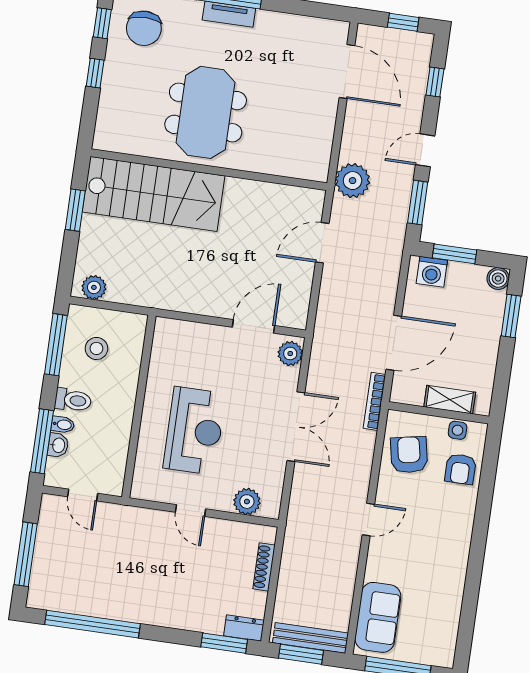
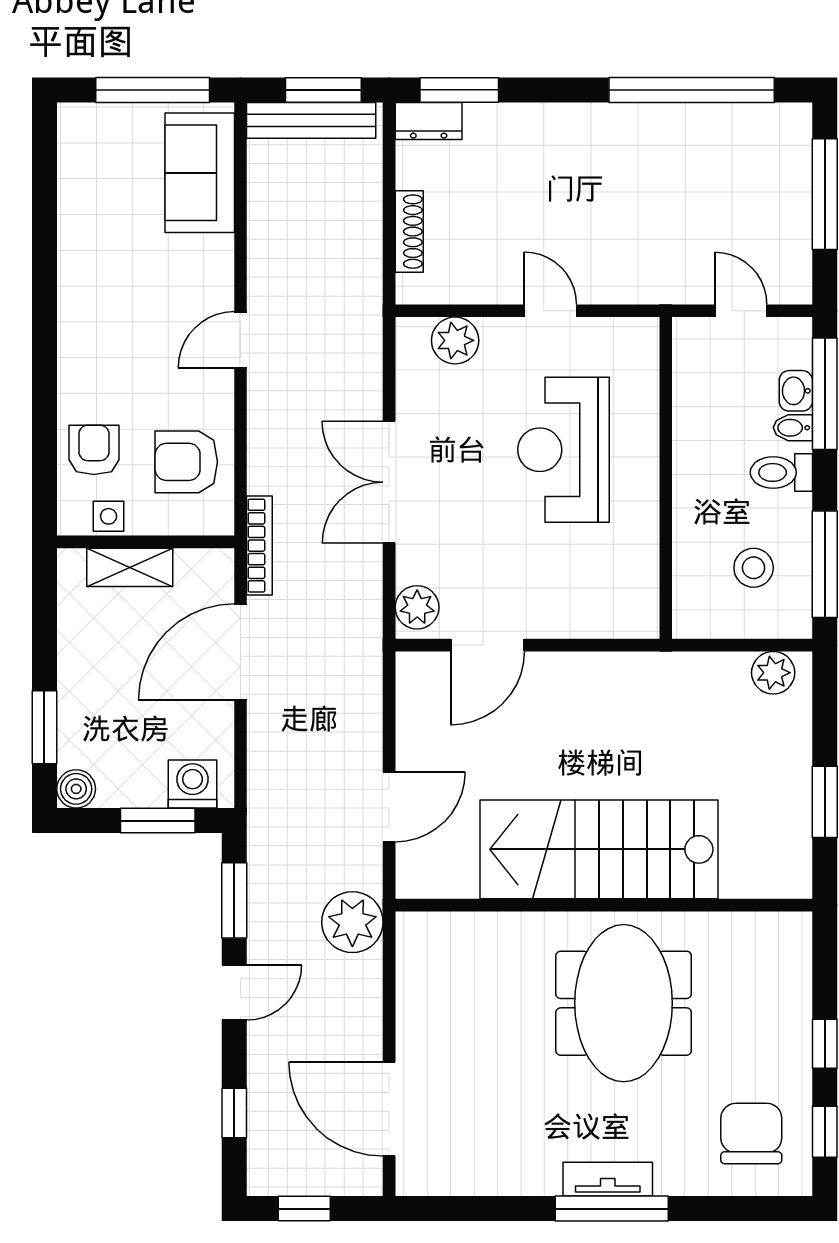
stairs: (154, 194) -> (599, 849), moved
armchair: (409, 455) -> (186, 462), turned 101

